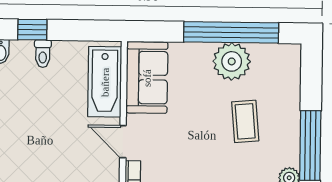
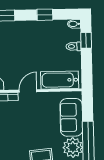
sofa: (147, 78) -> (71, 117), moved, turned 90

